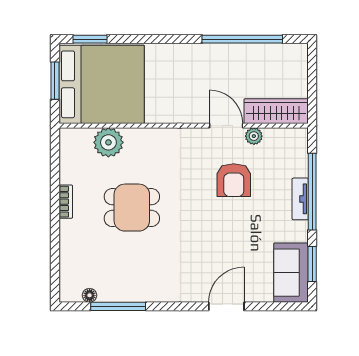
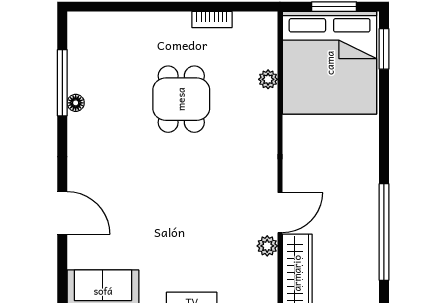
plant: (108, 142) -> (268, 79), width x0.53, depth x0.53
armchair: (234, 180) -> (214, 222), removed
bookcase: (66, 202) -> (212, 20), moved
floor lamp: (90, 295) -> (76, 103), moved

